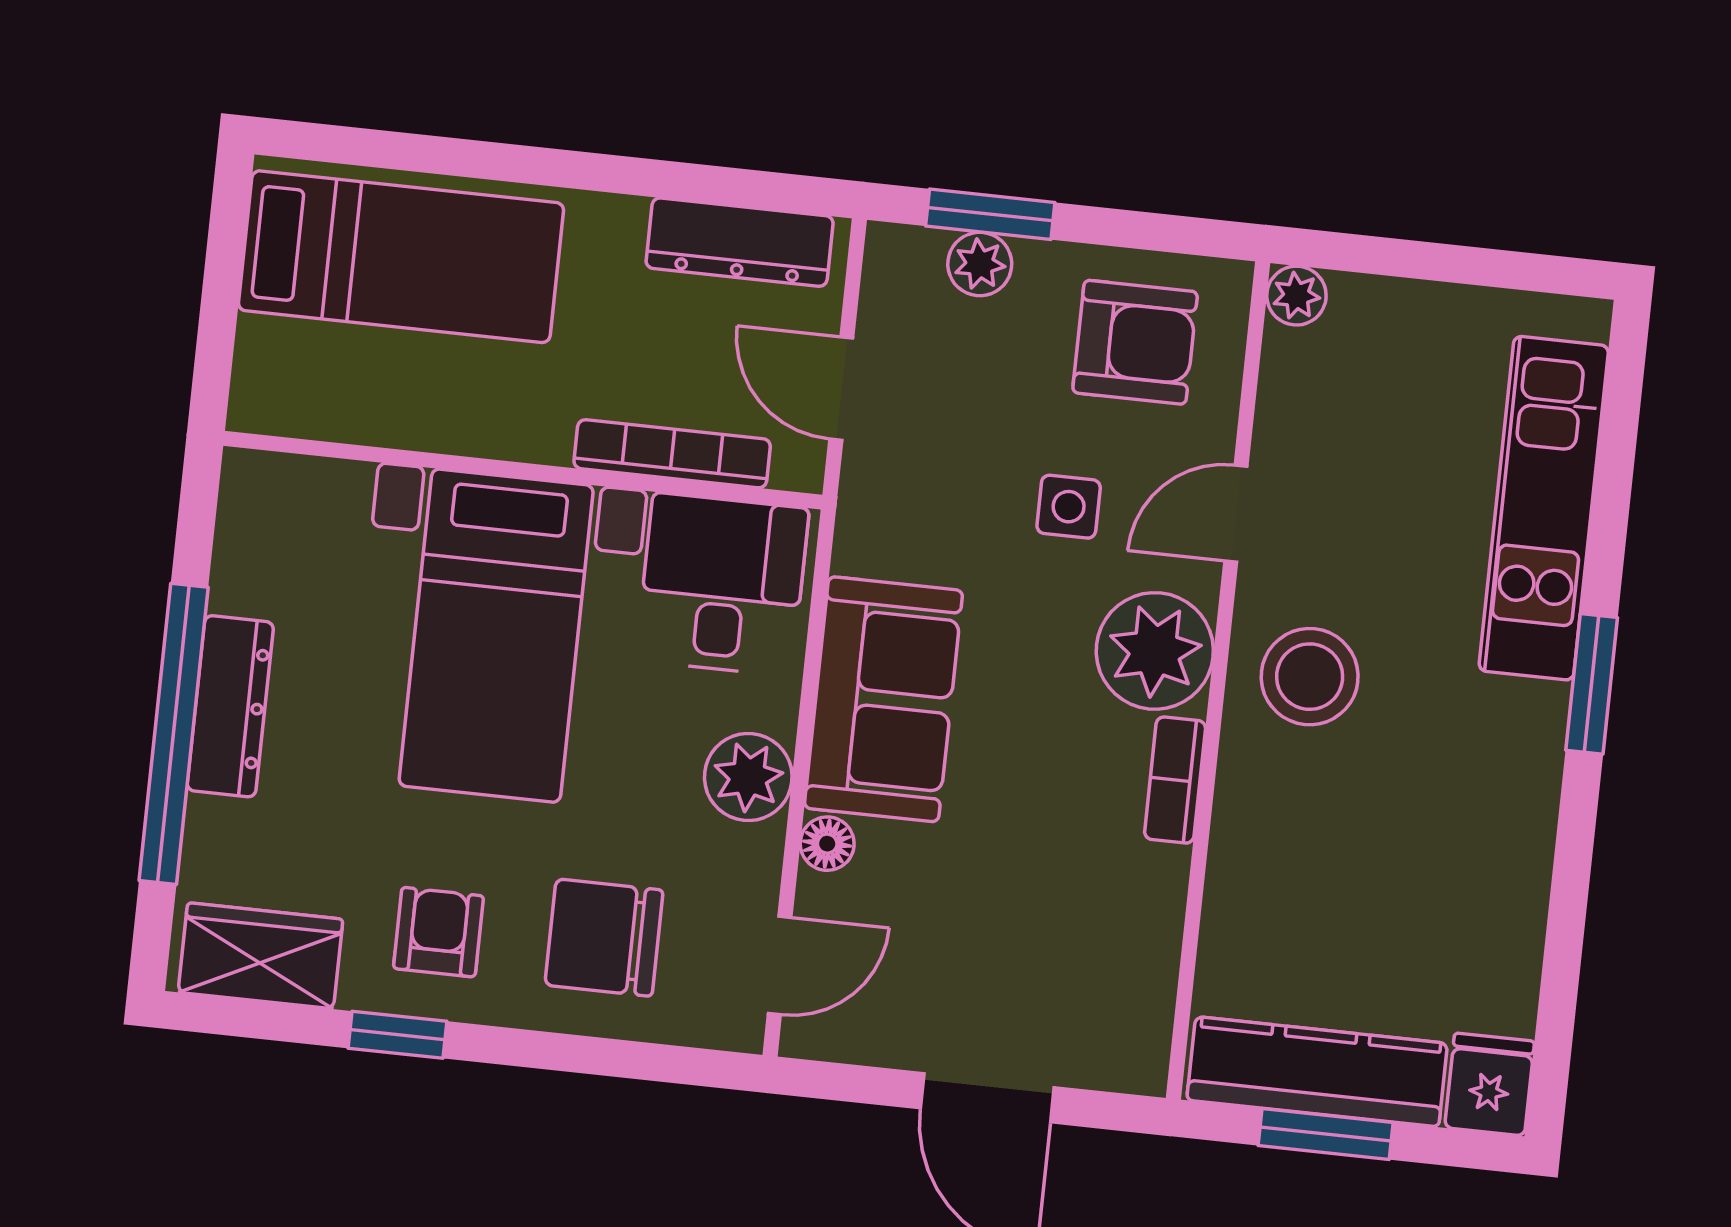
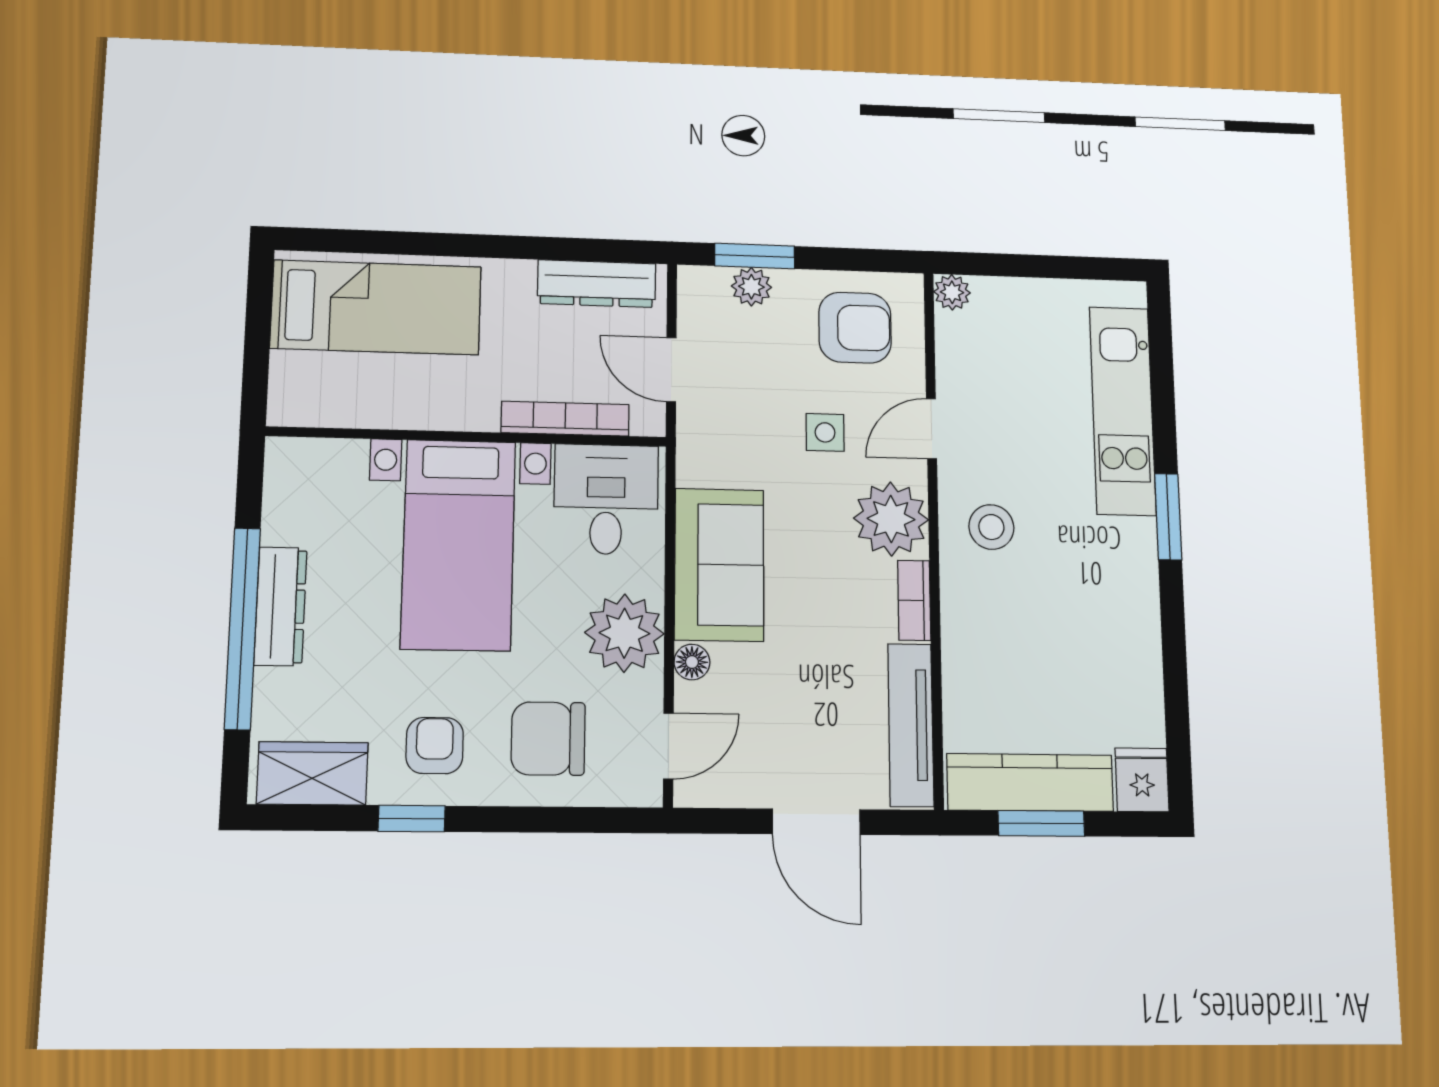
stool: (1310, 677) -> (991, 527), width x0.73, depth x0.73
plant: (748, 777) -> (624, 633), width x1.36, depth x1.36
tv unit: (1146, 968) -> (911, 725), added

